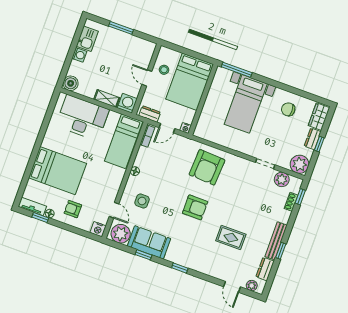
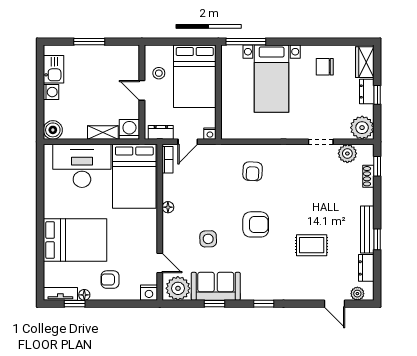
bed: (124, 141) -> (134, 176), width x1.50
armchair: (207, 167) -> (253, 171), width x0.53, depth x0.53
side table: (142, 201) -> (208, 239), moved

